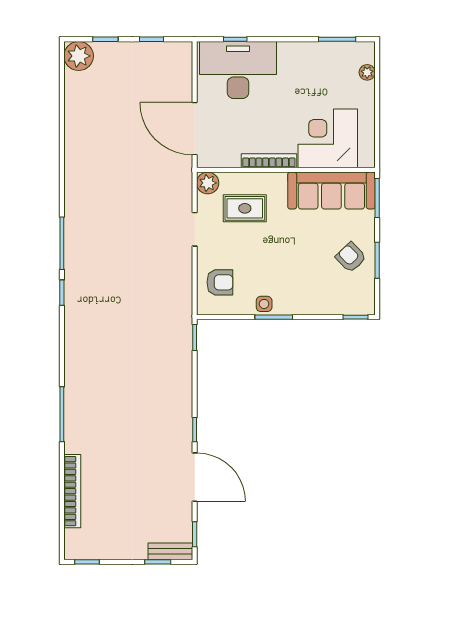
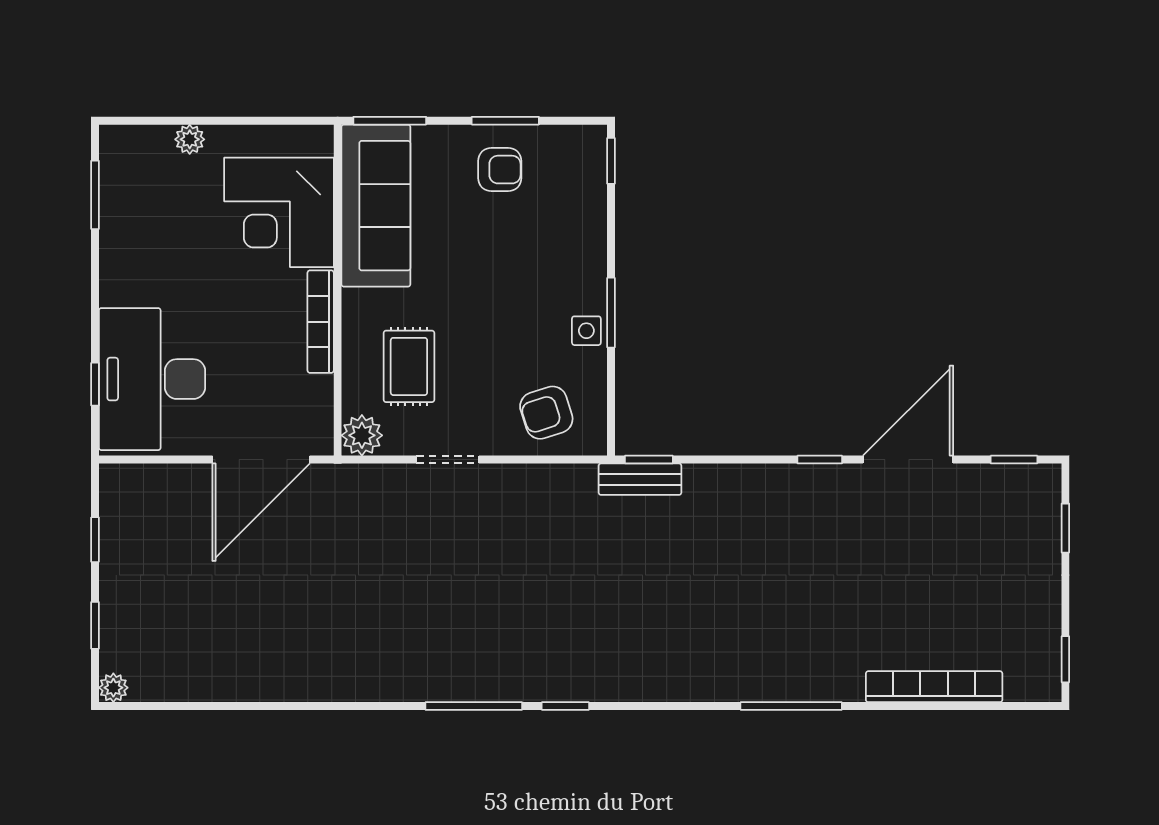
plant: (79, 56) -> (113, 688), width x0.53, depth x0.53
plant: (367, 72) -> (190, 139), moved
armchair: (351, 257) -> (500, 170), turned -136
armchair: (220, 282) -> (546, 413), turned -108
bench: (170, 551) -> (640, 479), moved, turned 90

